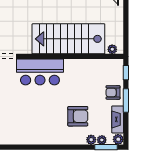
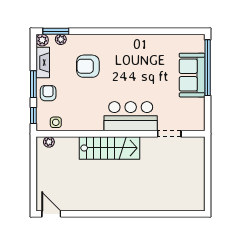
stairs: (68, 39) -> (109, 148), width x0.73, depth x0.66
side table: (106, 67) -> (56, 122), added
armchair: (113, 92) -> (48, 93), turned -90
plant: (91, 140) -> (73, 40), removed

